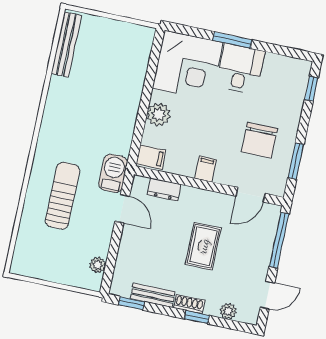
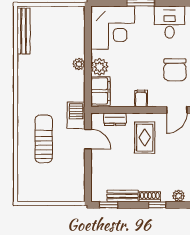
desk: (240, 69) -> (170, 22), moved
filing cabinet: (151, 157) -> (101, 91), width x2.00
rug: (203, 246) -> (145, 138), moved
plant: (98, 265) -> (79, 64), moved

